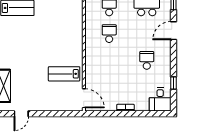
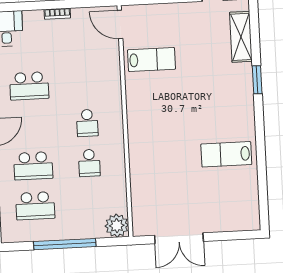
school desk: (147, 60) -> (29, 86), width x1.85

